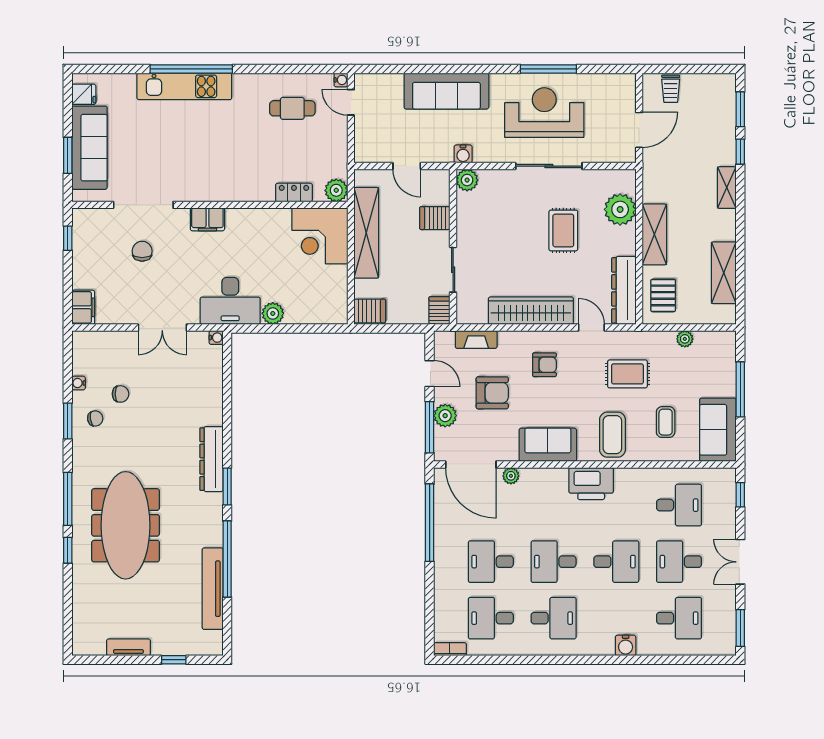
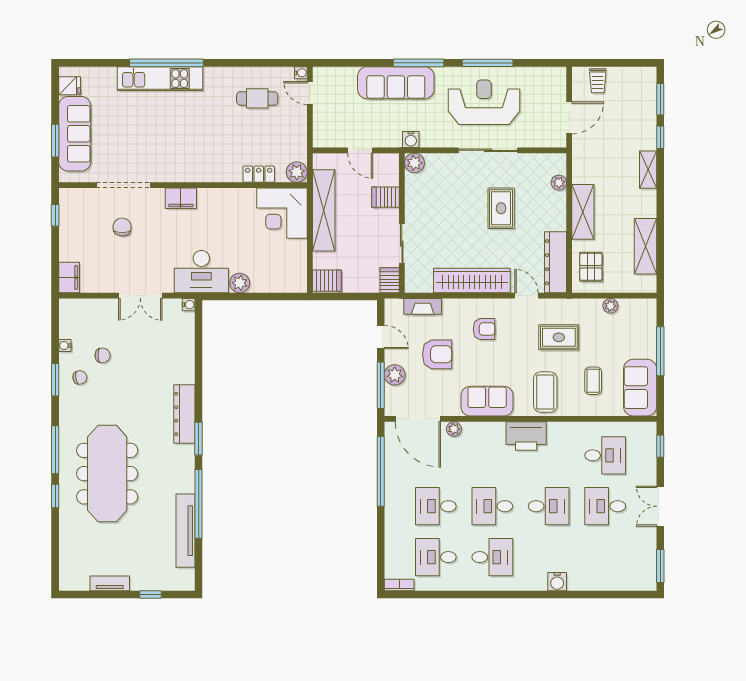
window: (472, 69) -> (419, 63), added
plant: (620, 209) -> (559, 183), width x0.53, depth x0.53
desk: (679, 618) -> (605, 557), removed

